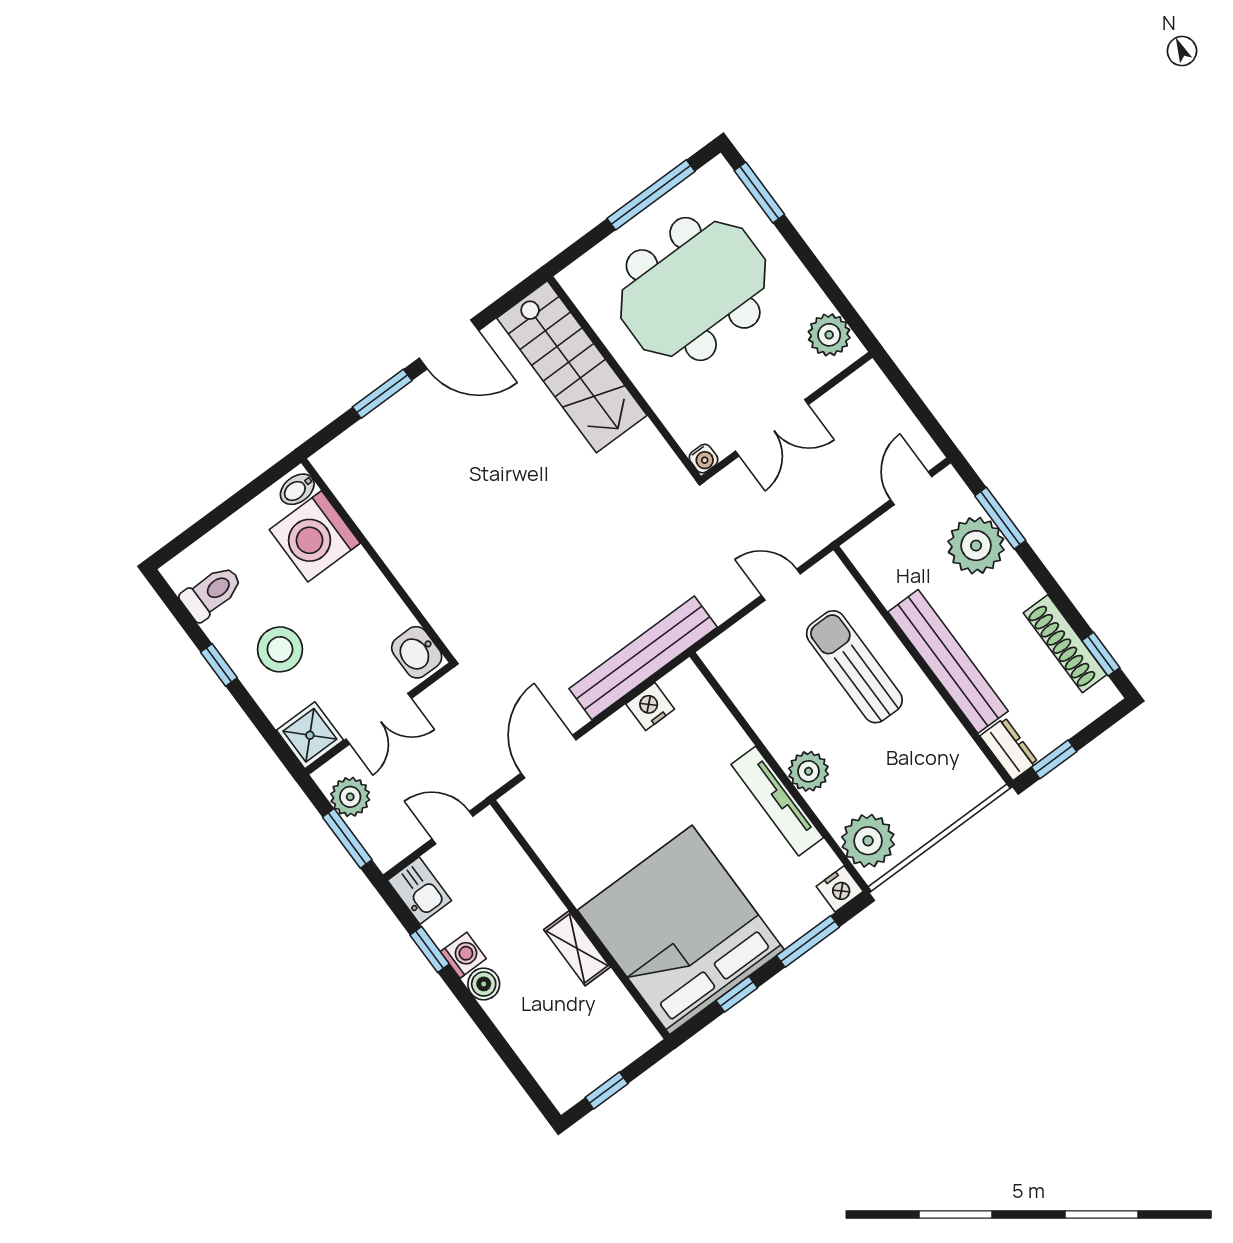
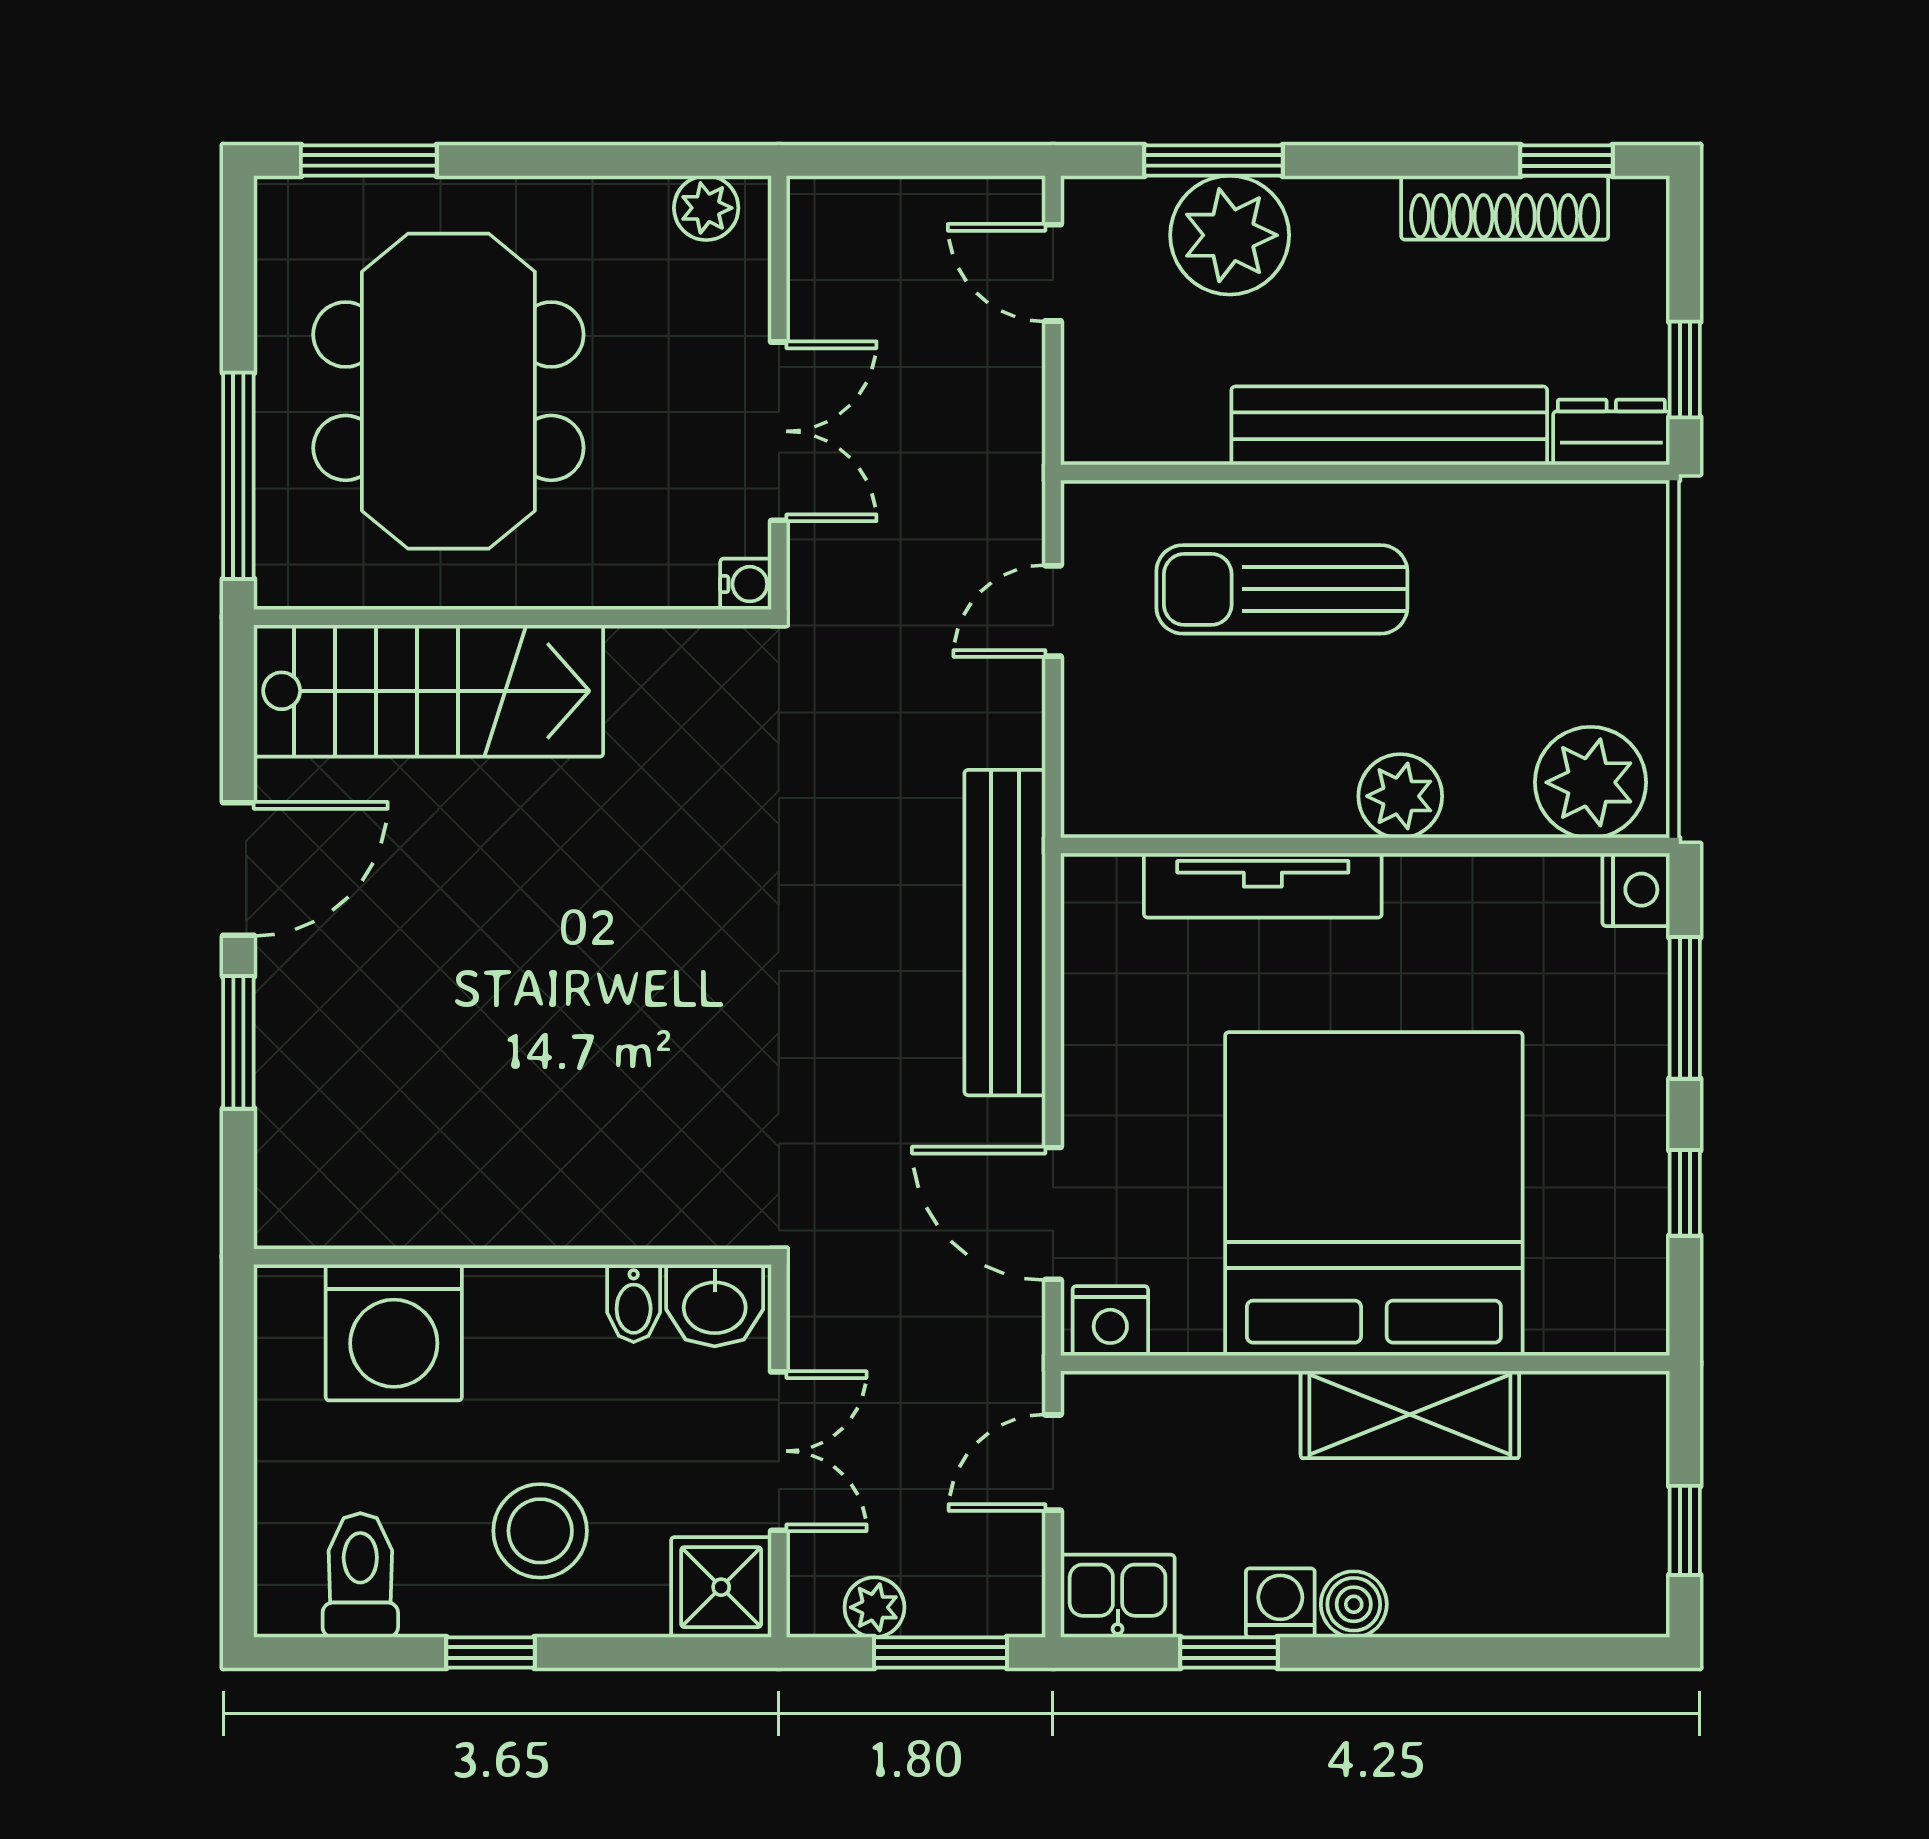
window: (651, 195) -> (238, 476), moved
plant: (829, 335) -> (706, 208), width x0.73, depth x0.73
bidet: (297, 489) -> (634, 1303), moved
nightstand: (650, 707) -> (1110, 1321), moved, turned -90
plant: (350, 797) -> (874, 1607), width x0.73, depth x0.73
tv unit: (777, 801) -> (1263, 885), moved
bed: (681, 930) -> (1374, 1194), moved, turned 90
shelving: (577, 948) -> (1410, 1415), width x1.50, depth x1.33

